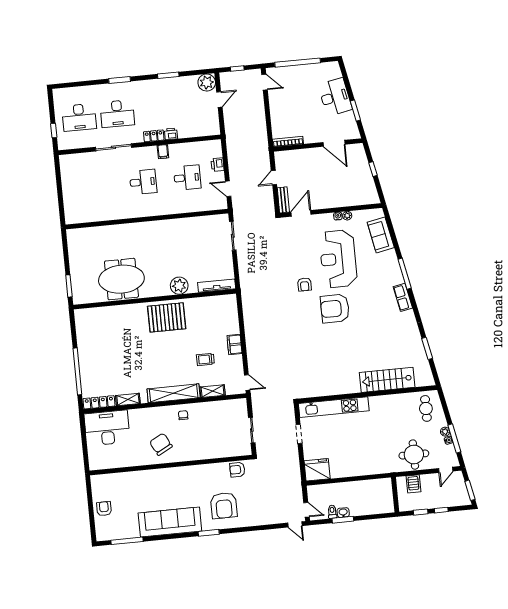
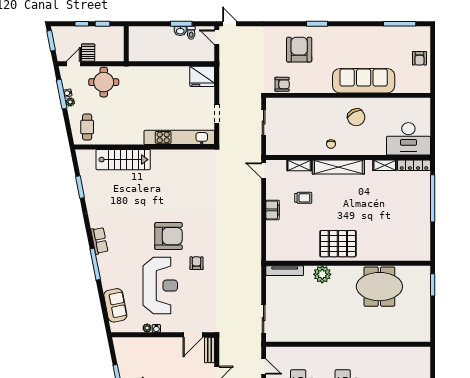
server rack: (413, 484) -> (88, 53), moved
sofa: (170, 522) -> (364, 81), moved, turned 180

